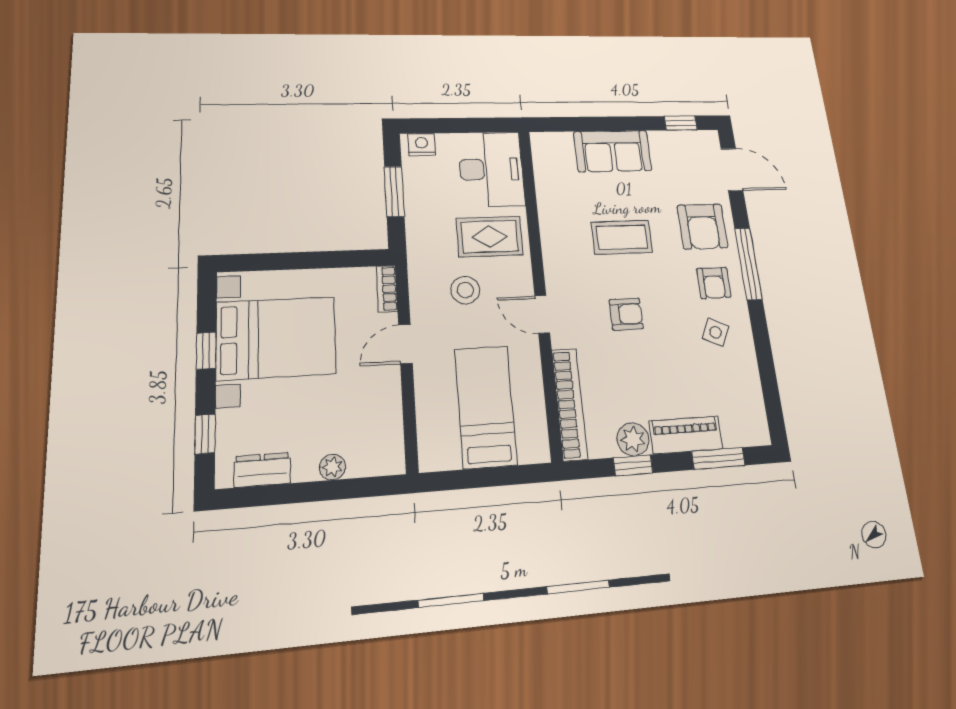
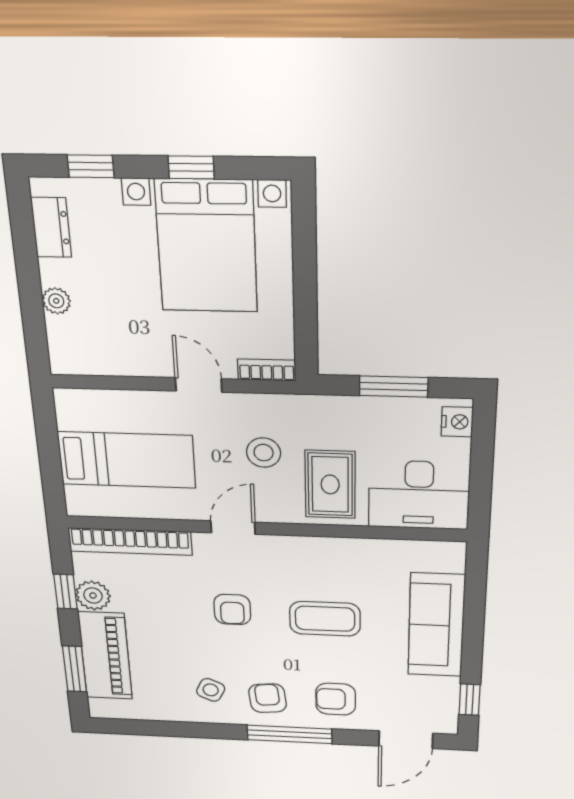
sofa: (613, 151) -> (436, 625), width x1.36
armchair: (703, 226) -> (336, 699), width x0.72, depth x0.72
coffee table: (622, 237) -> (325, 619), turned 90
armchair: (714, 283) -> (268, 698), turned 84
piano: (686, 435) -> (105, 656), width x1.37, depth x1.33

